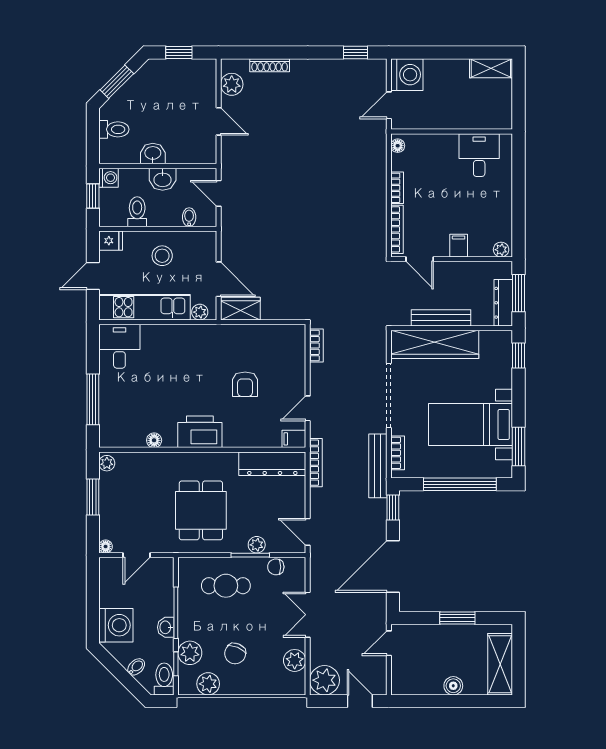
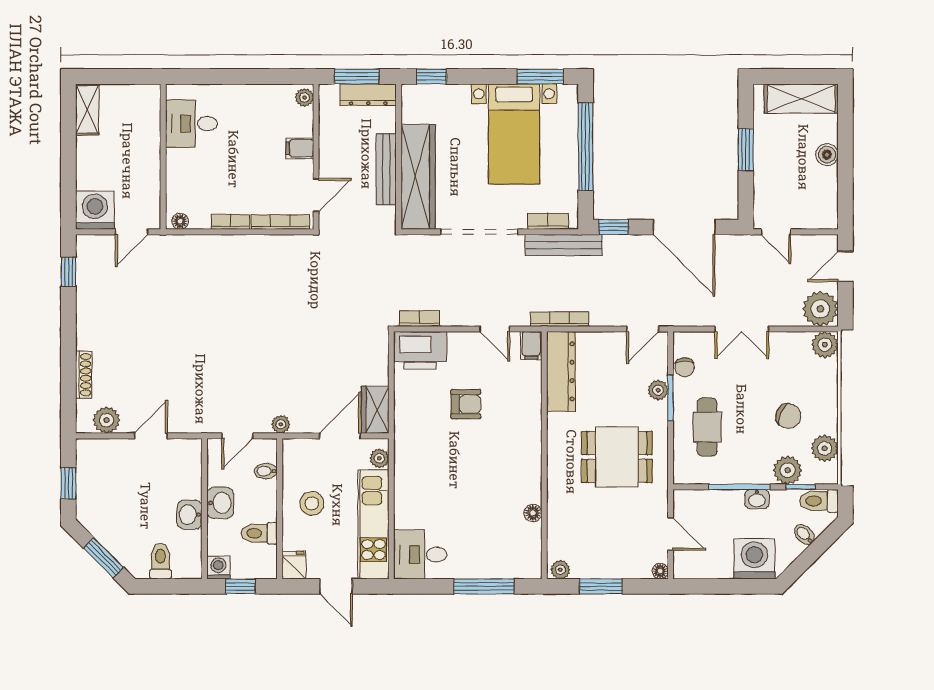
door: (389, 105) -> (132, 232), hinge flipped
plant: (228, 230) -> (281, 424), added
printer: (200, 432) -> (420, 350), moved, turned -90
plant: (295, 660) -> (825, 345), moved

